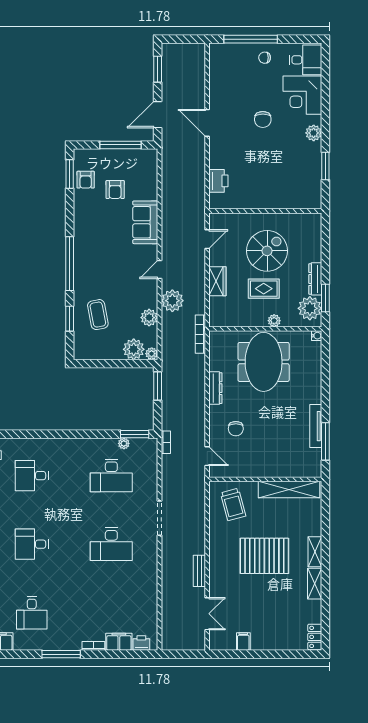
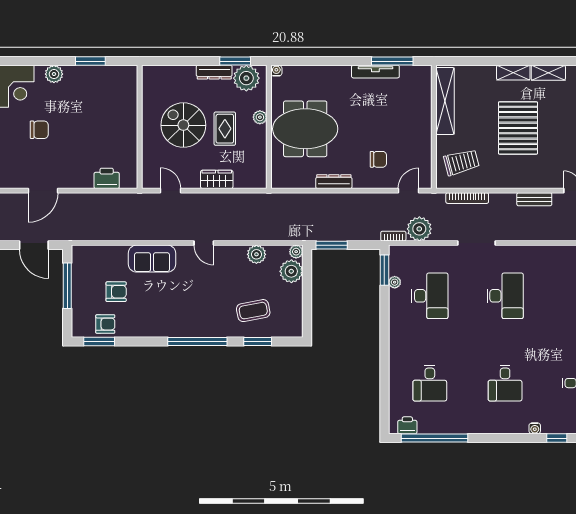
plant: (172, 301) -> (419, 229), moved
bookcase: (200, 334) -> (467, 198), moved

